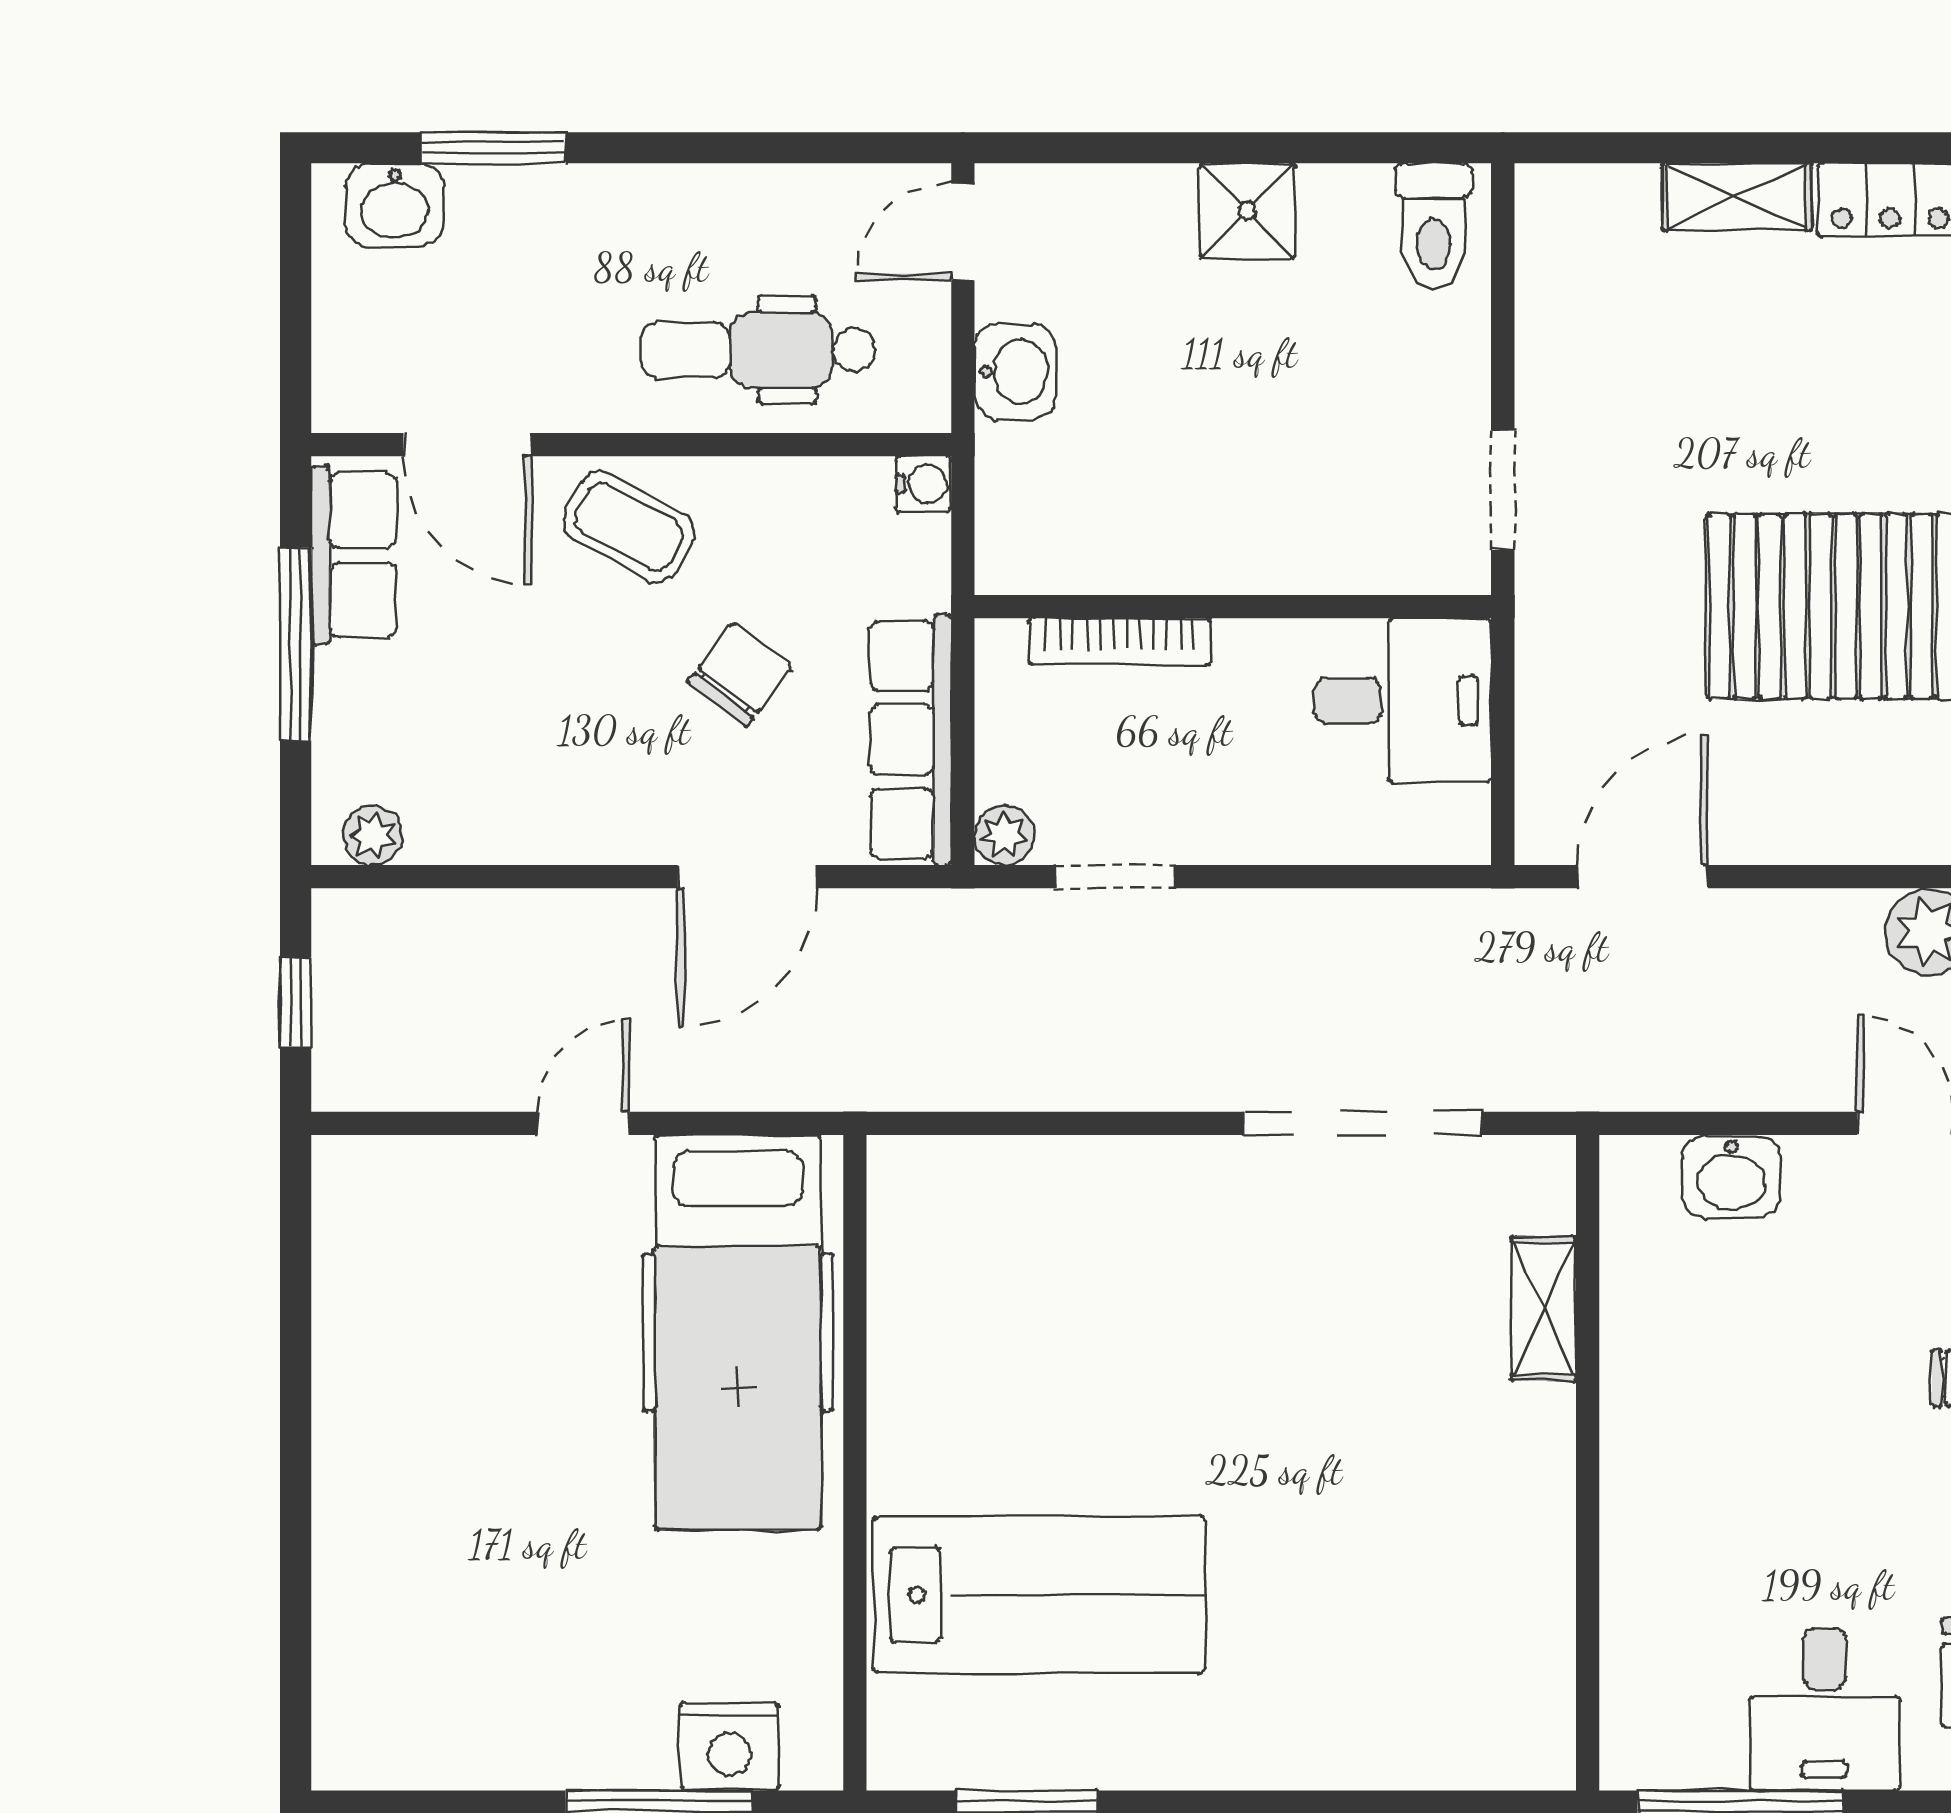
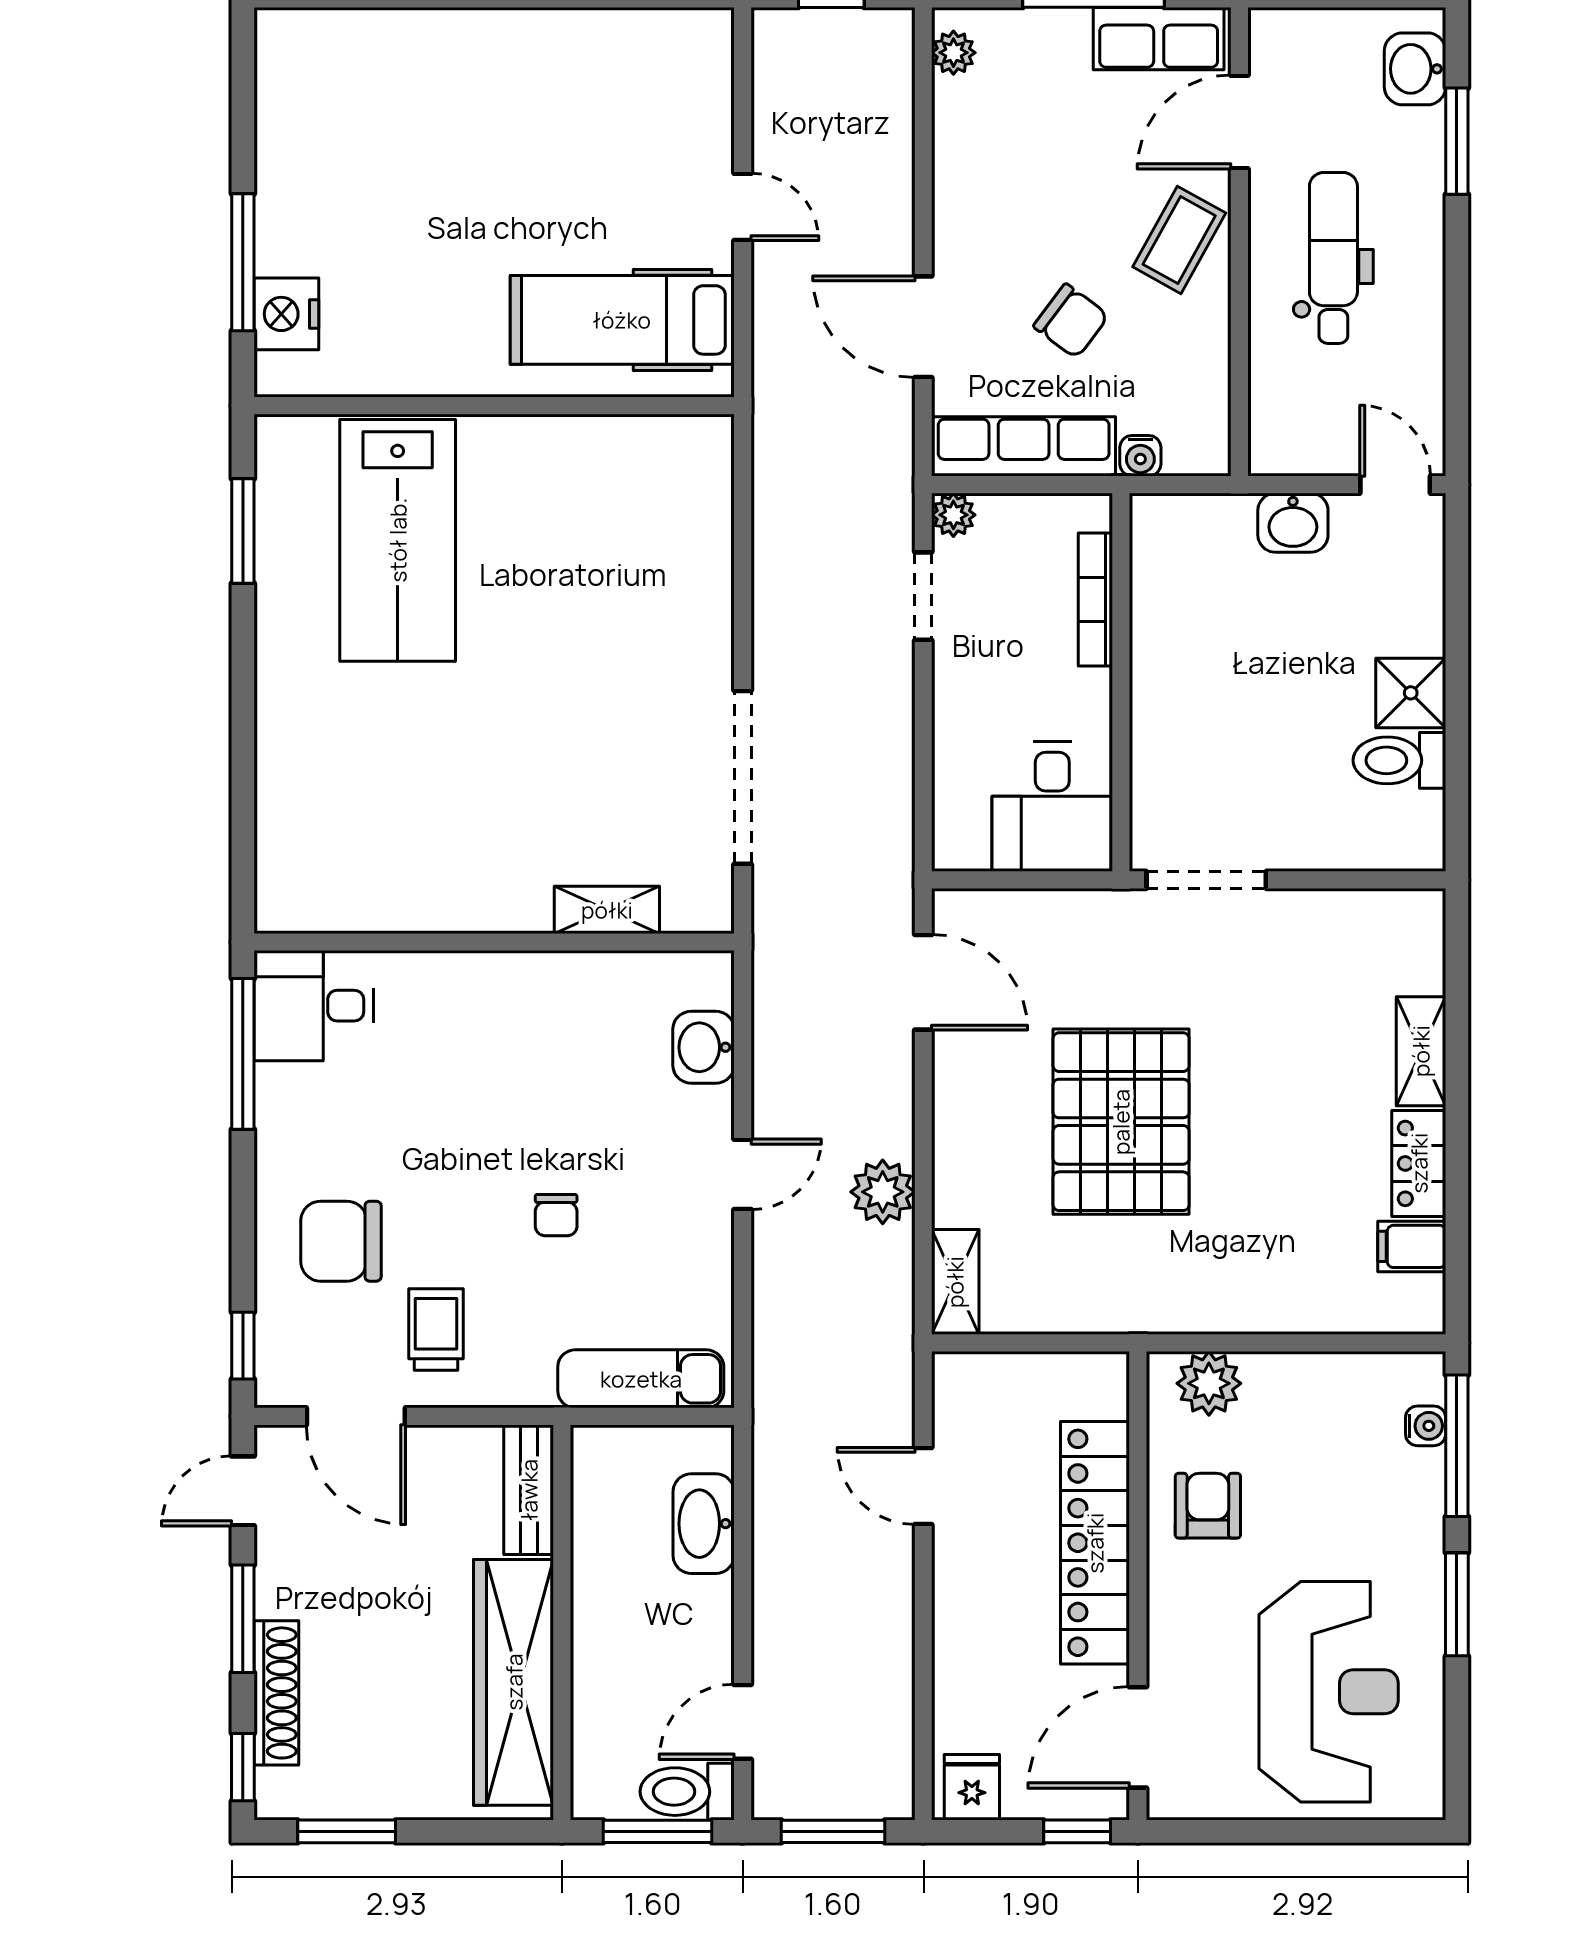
toilet: (1434, 226) -> (1399, 760), moved
dental chair: (758, 350) -> (1333, 258), moved
water cooler: (923, 484) -> (1140, 456), moved
doorway: (1503, 490) -> (1206, 880), width x1.38
hospital bed: (738, 1332) -> (622, 320), width x0.73, depth x0.78
desk: (1824, 1709) -> (314, 1006), moved

